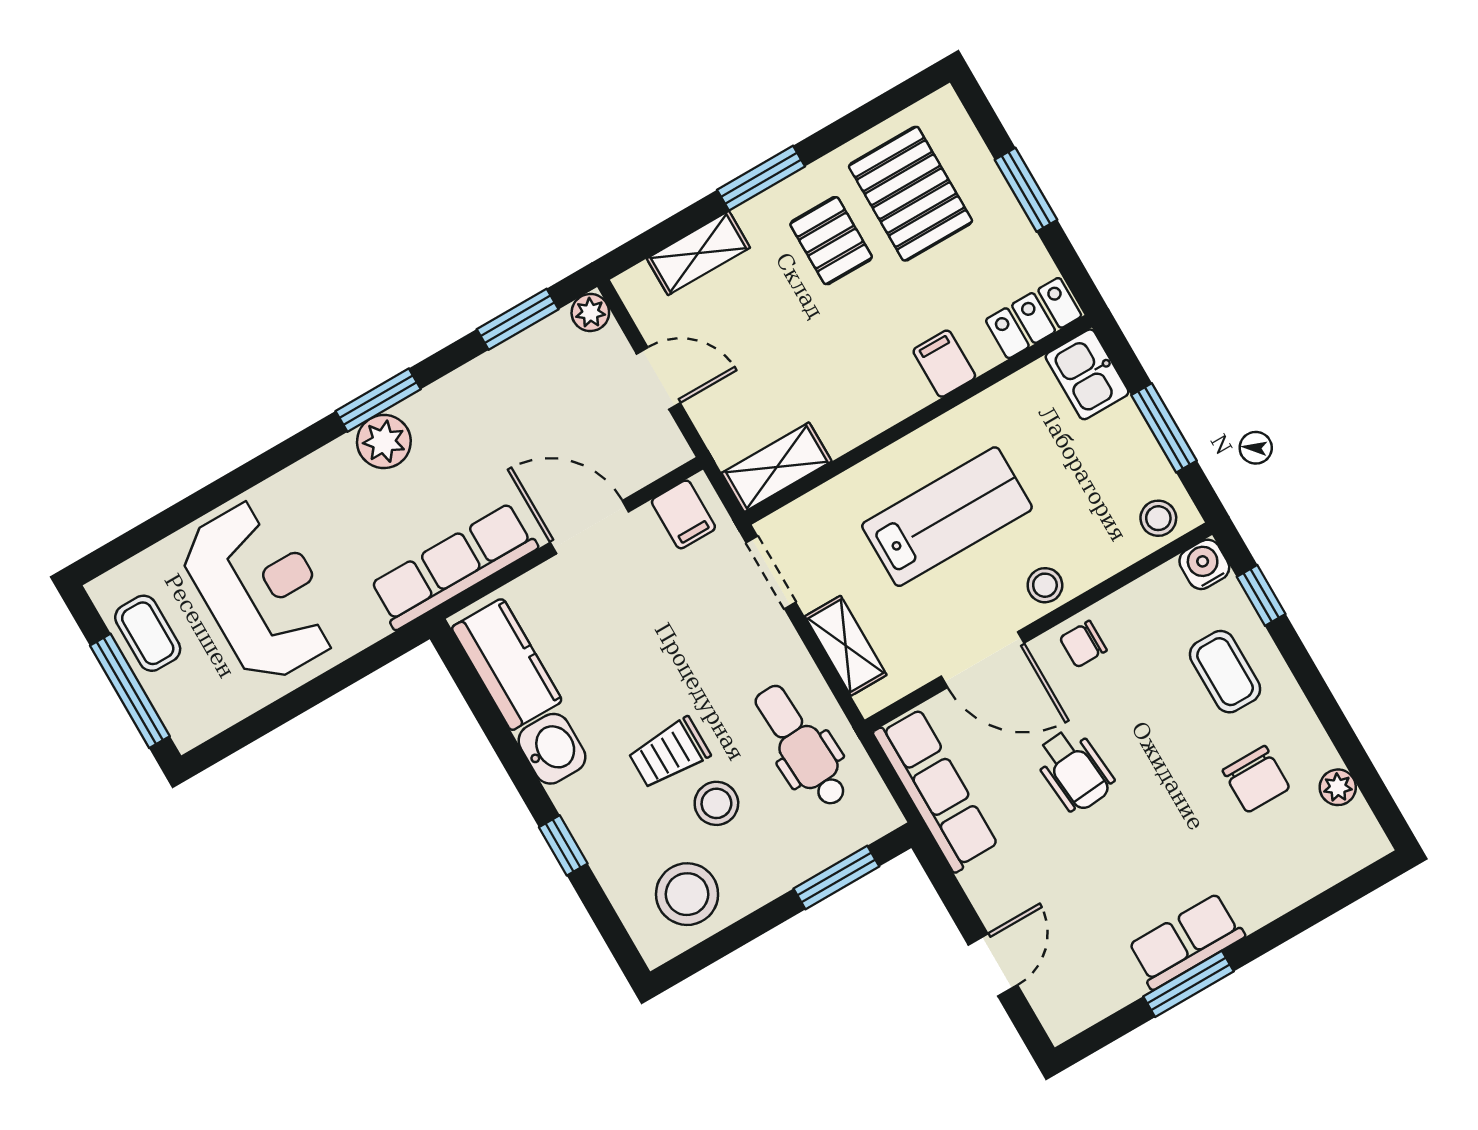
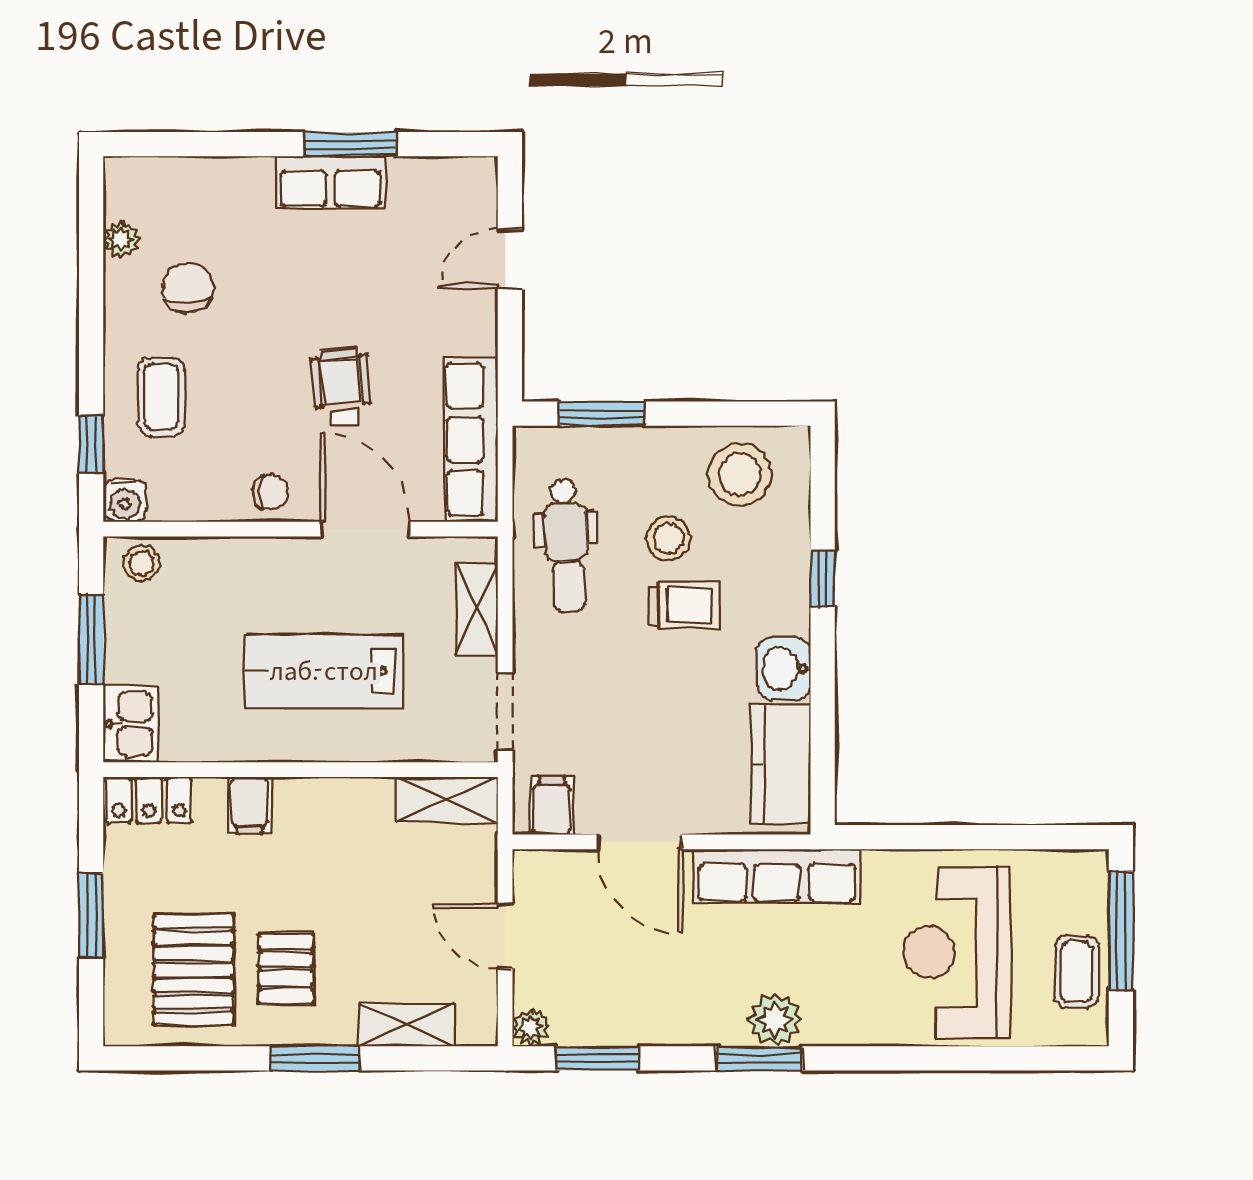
stool: (1045, 585) -> (274, 562), removed

